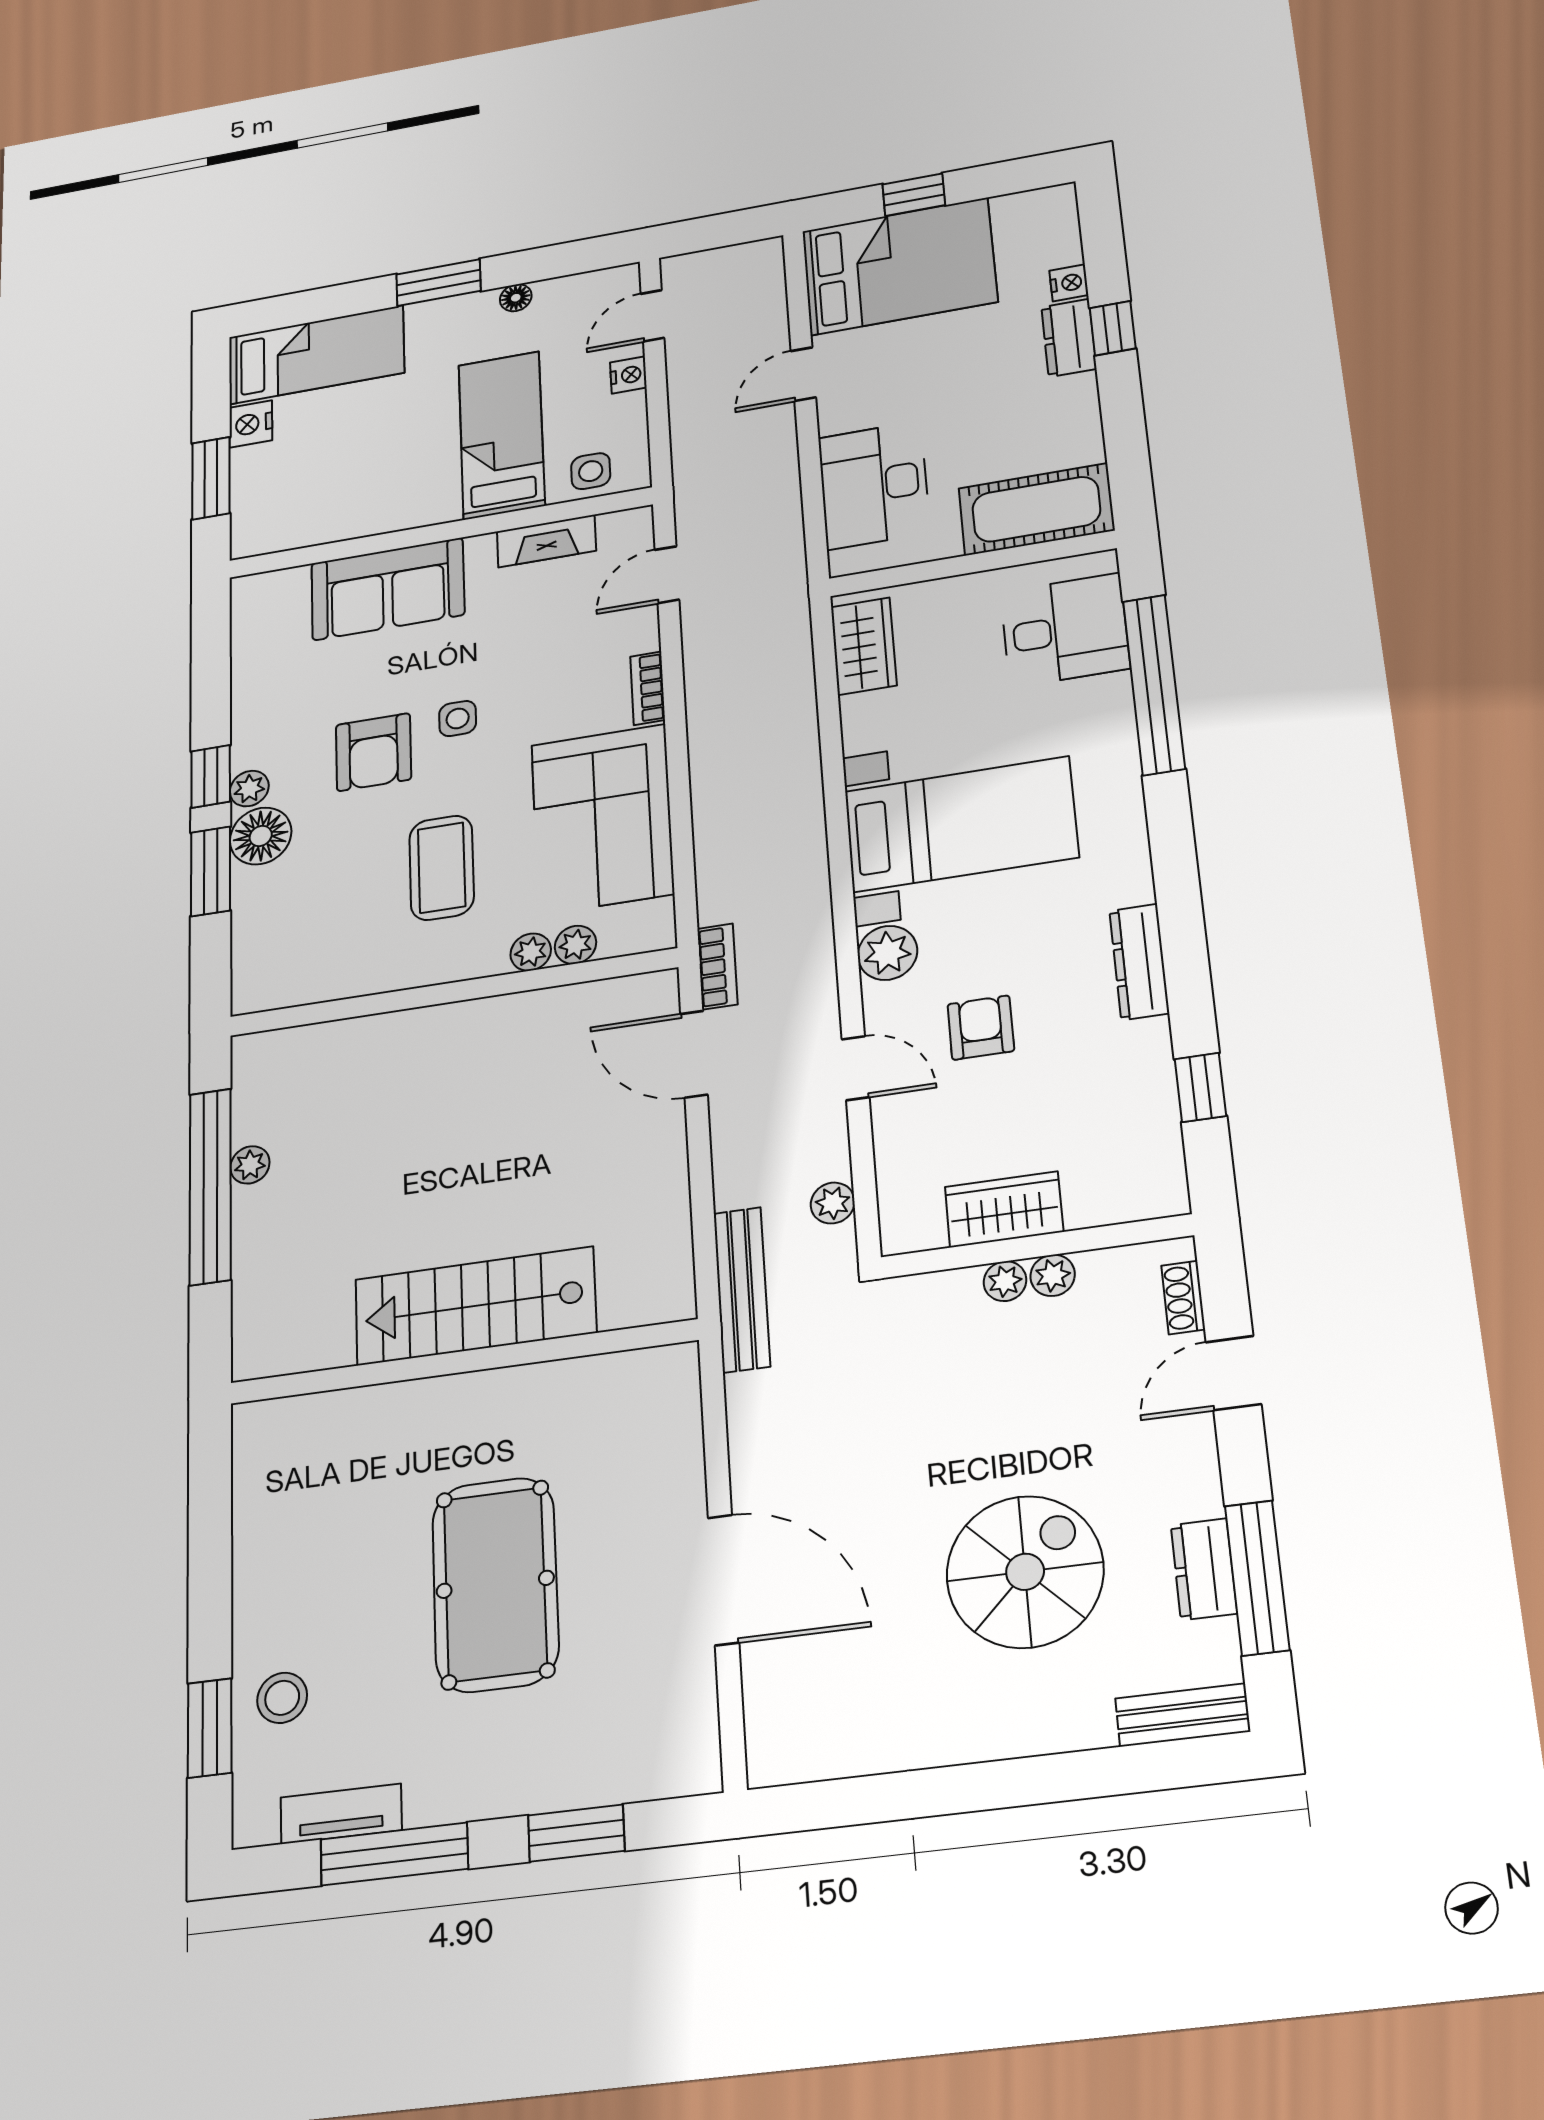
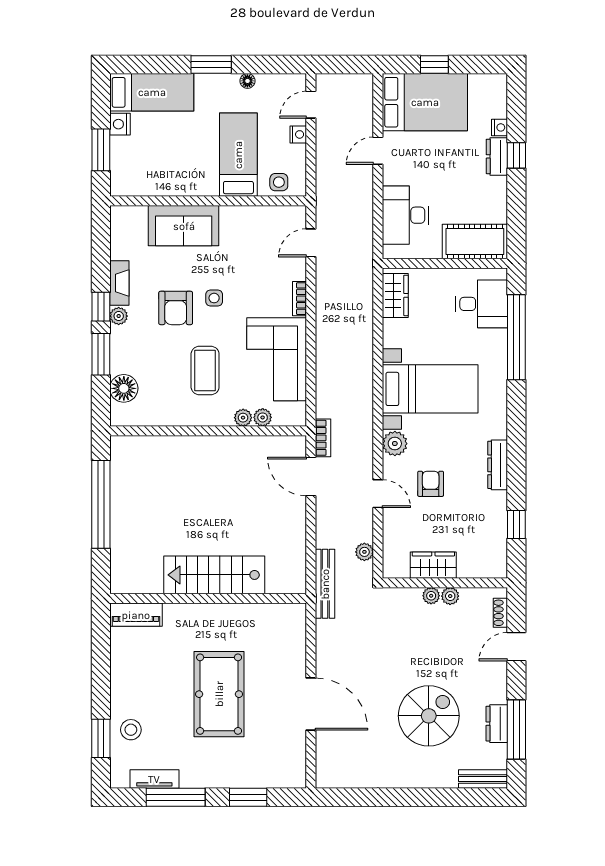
fireplace: (546, 541) -> (119, 283), moved, turned -90
floor lamp: (261, 836) -> (124, 388), moved
plant: (250, 1165) -> (118, 497), removed
piano: (292, 1422) -> (136, 615), added

